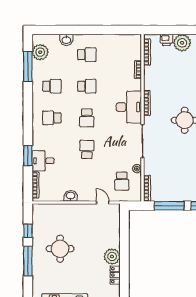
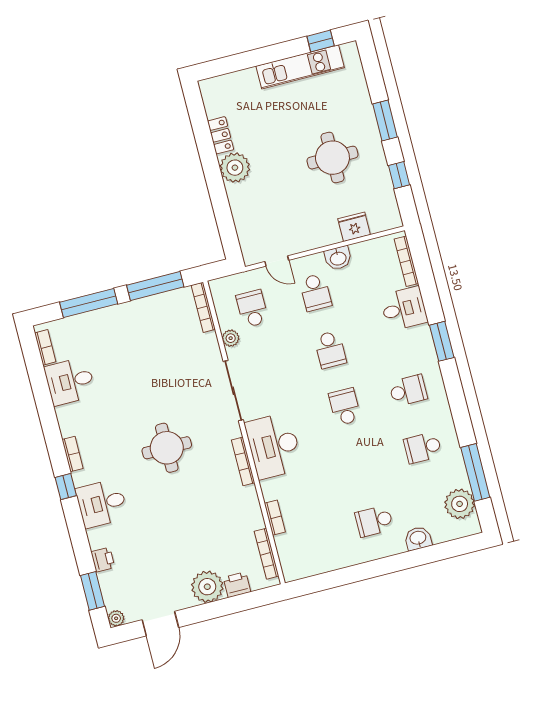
school desk: (87, 86) -> (315, 292), moved, turned -90
window: (28, 156) -> (442, 341), moved
fridge: (58, 210) -> (354, 227), added
window: (28, 261) -> (385, 120), width x0.69

